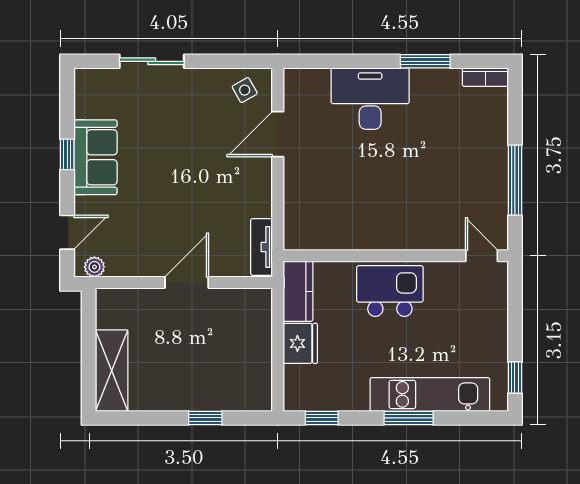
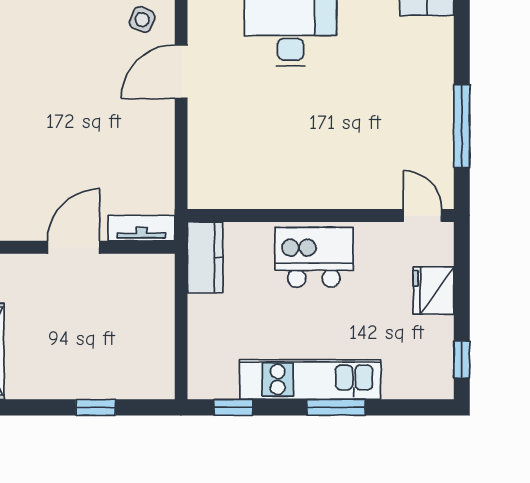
side table: (245, 90) -> (142, 20), turned -38
tv unit: (261, 247) -> (141, 228), moved, turned 90
fridge: (300, 343) -> (433, 291), moved, turned 180
kitchen unit: (430, 394) -> (310, 380), moved

